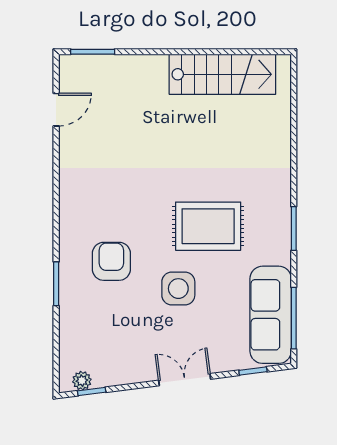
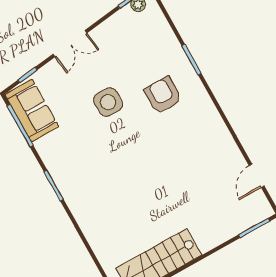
rug: (208, 226) -> (112, 155), removed
armchair: (111, 261) -> (163, 95), turned 180
sofa: (271, 315) -> (32, 111), width x0.73

